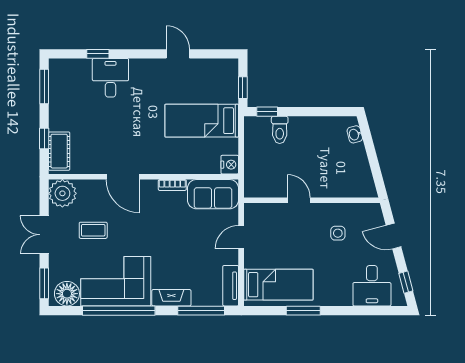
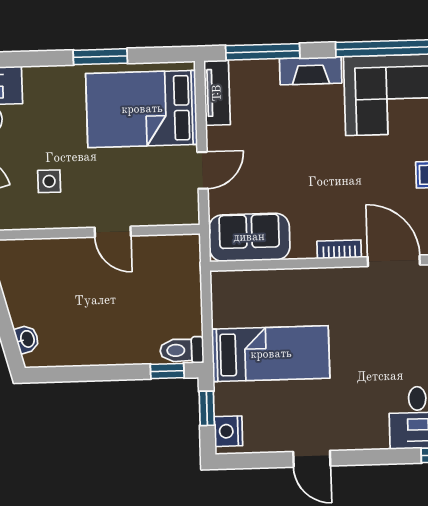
toilet: (280, 130) -> (182, 350), moved, turned -90
nightstand: (230, 165) -> (228, 431), moved
bookcase: (172, 185) -> (339, 249), moved
bed: (278, 285) -> (142, 109), width x1.50

